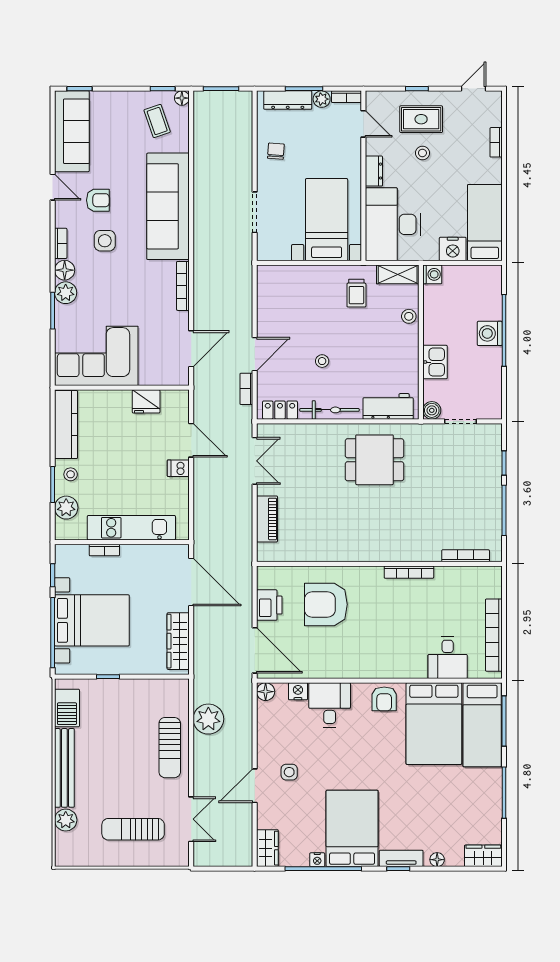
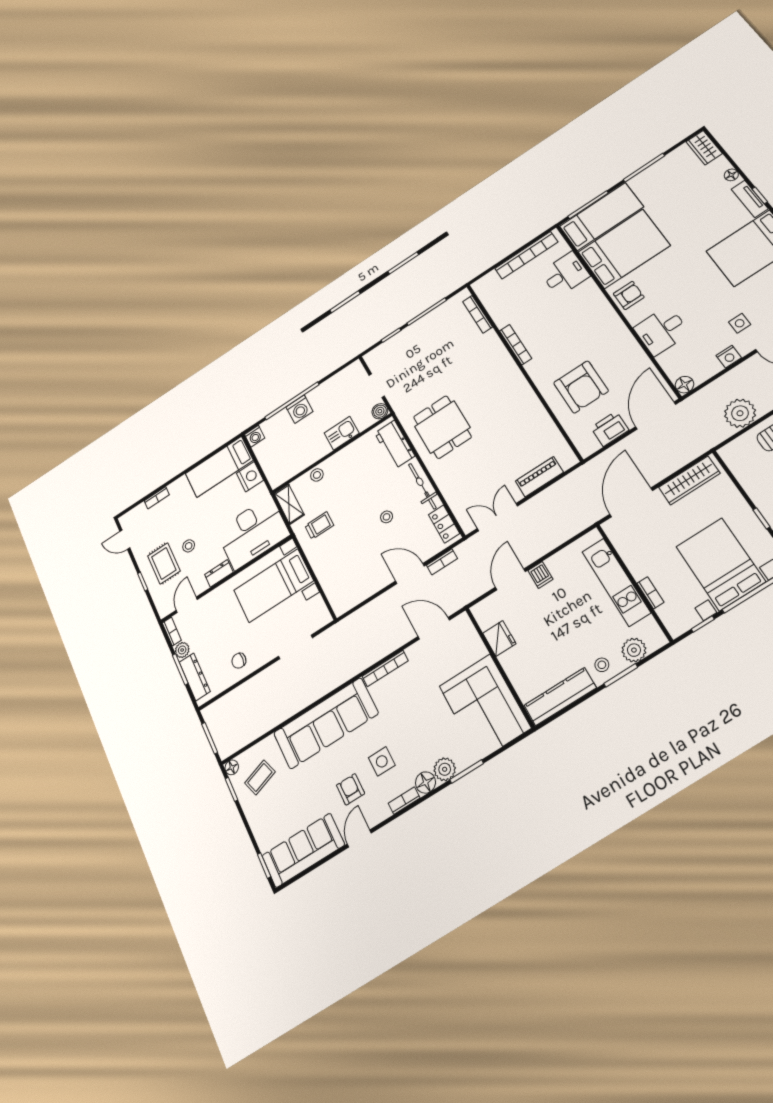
washing machine: (432, 274) -> (255, 436), moved, turned 180
nightstand: (298, 691) -> (729, 357), moved, turned -90

